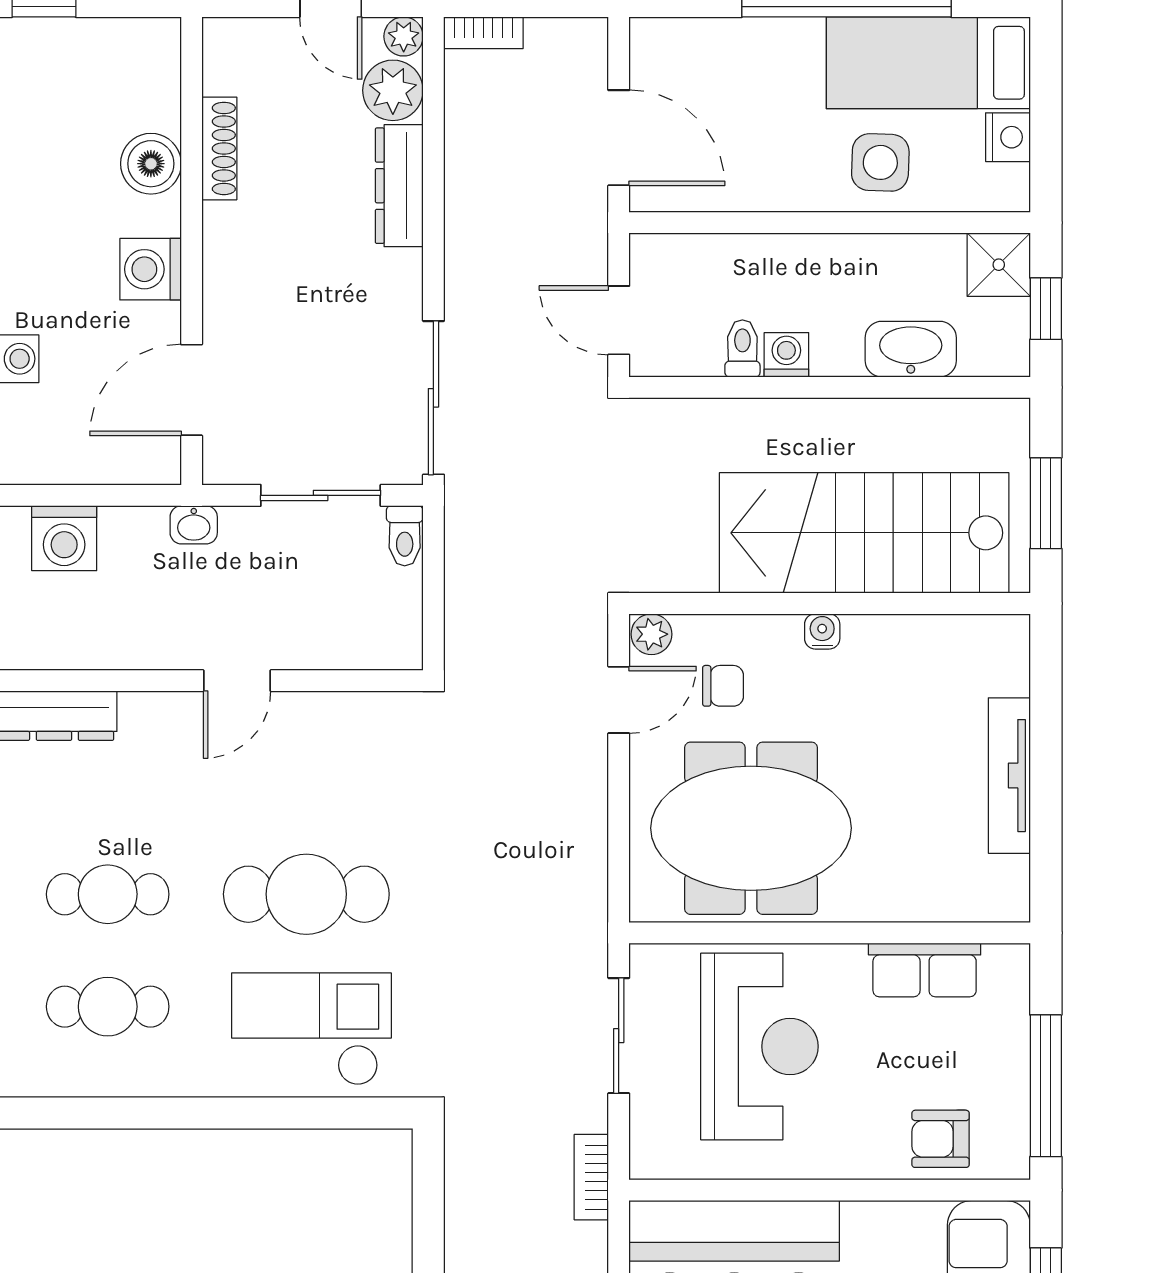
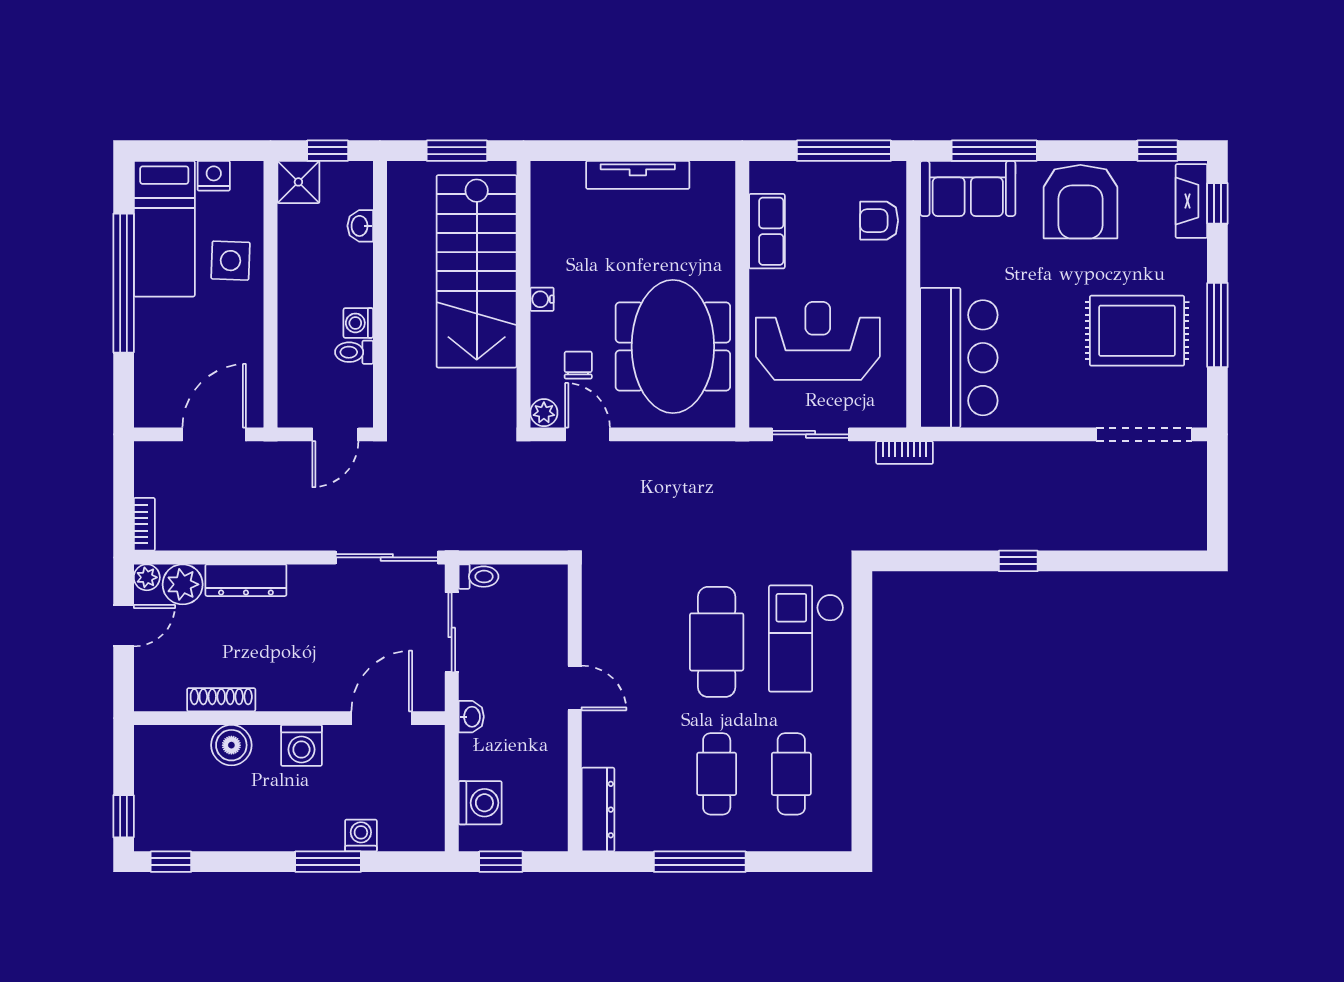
washbasin: (911, 349) -> (360, 226), width x0.52, depth x0.69
door: (192, 390) -> (382, 718), swing flipped
armchair: (941, 1139) -> (879, 221), turned 90

